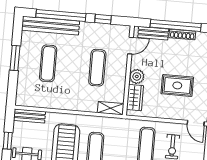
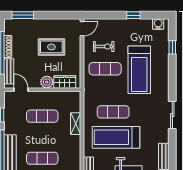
rug: (177, 85) -> (51, 47), turned 90
shelving: (111, 108) -> (76, 124), moved

